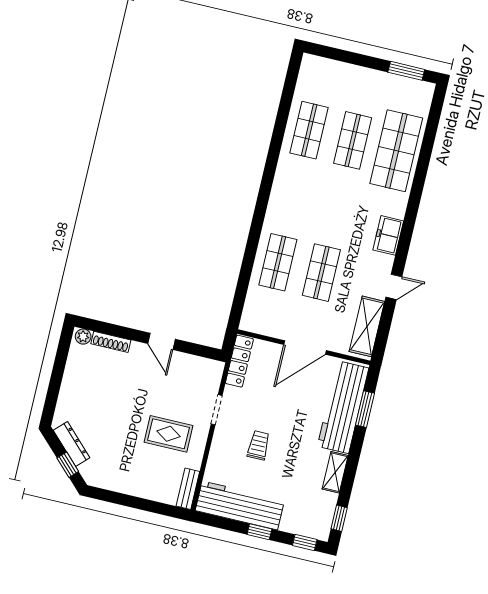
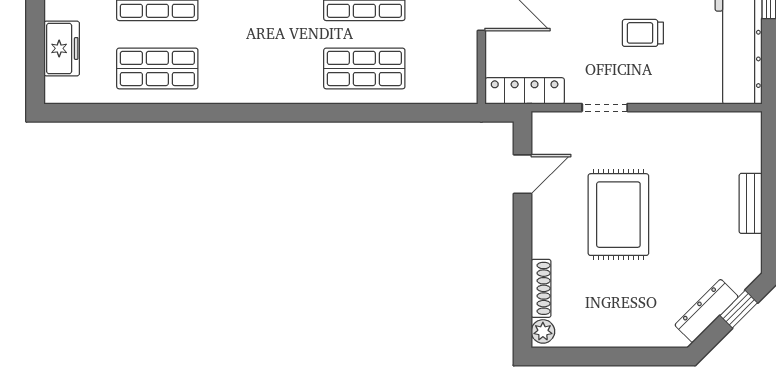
freezer: (336, 72) -> (62, 48), added
door: (161, 341) -> (523, 174), moved
rug: (169, 434) -> (618, 215), moved, width x1.36, depth x1.43
bench: (188, 489) -> (751, 203), moved, turned 90

